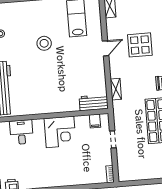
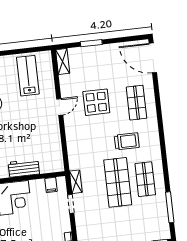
shelving: (116, 89) -> (76, 182), moved
workbench: (94, 103) -> (24, 168), moved

